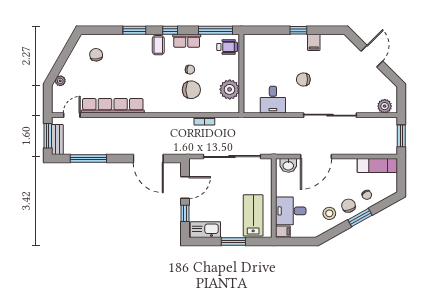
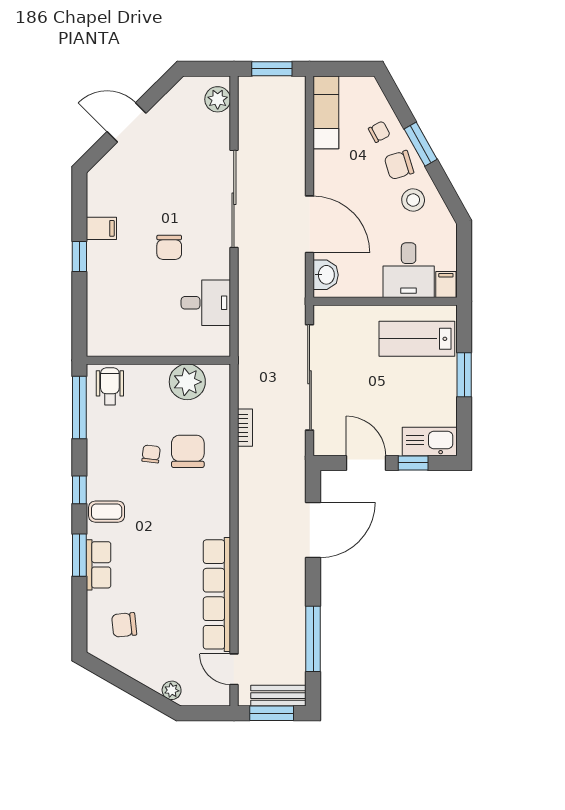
row of seats: (187, 41) -> (99, 565), moved
kitchen sink: (205, 230) -> (430, 441), moved, turned 90

